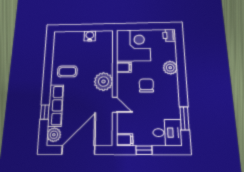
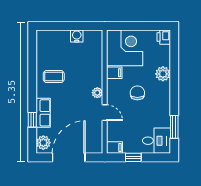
plant: (103, 82) -> (97, 93), width x0.53, depth x0.53
row of seats: (56, 105) -> (43, 113), width x0.68

